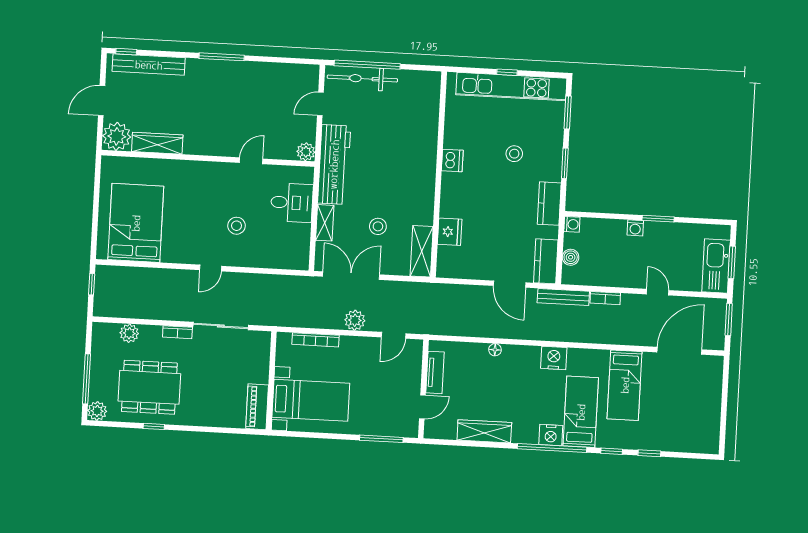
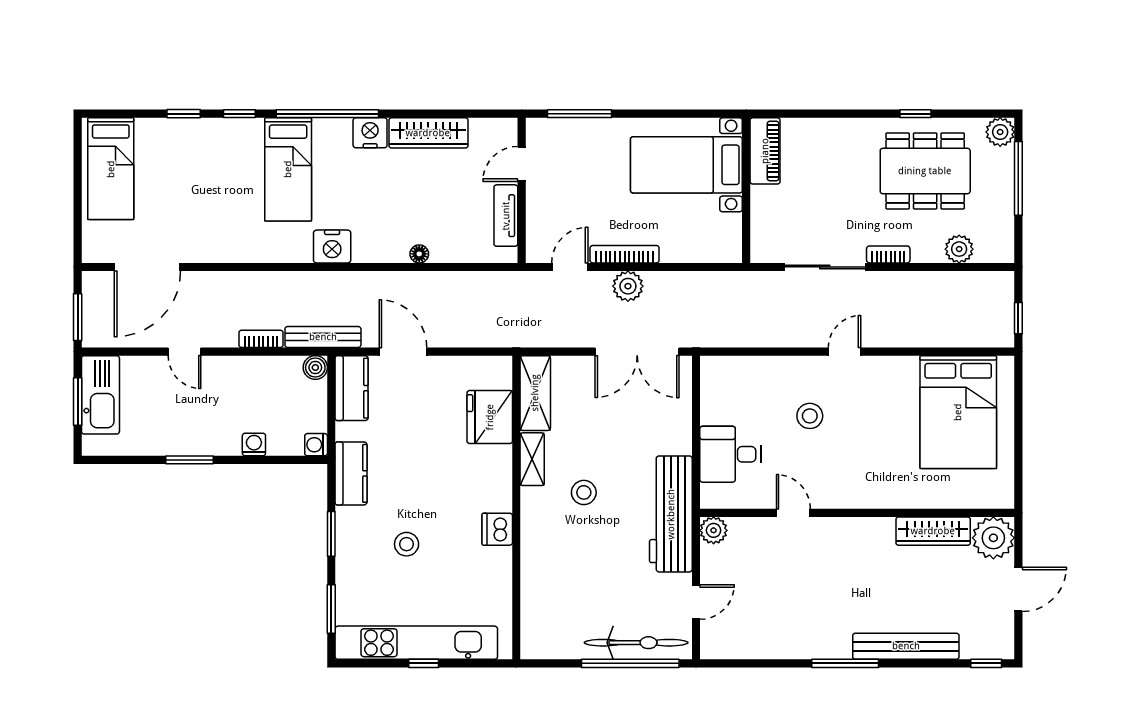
bench: (149, 65) -> (906, 646), moved
door: (251, 161) -> (793, 513), swing flipped
shelving: (325, 223) -> (532, 459), moved
stool: (378, 226) -> (584, 492), moved
washing machine: (635, 228) -> (254, 444), moved
fridge: (450, 232) -> (490, 417), width x1.36, depth x1.34
boiler: (571, 257) -> (315, 368), moved
bookcase: (315, 340) -> (625, 254), moved
bed: (625, 385) -> (111, 169), moved, turned 180
nightstand: (551, 435) -> (370, 133), moved

